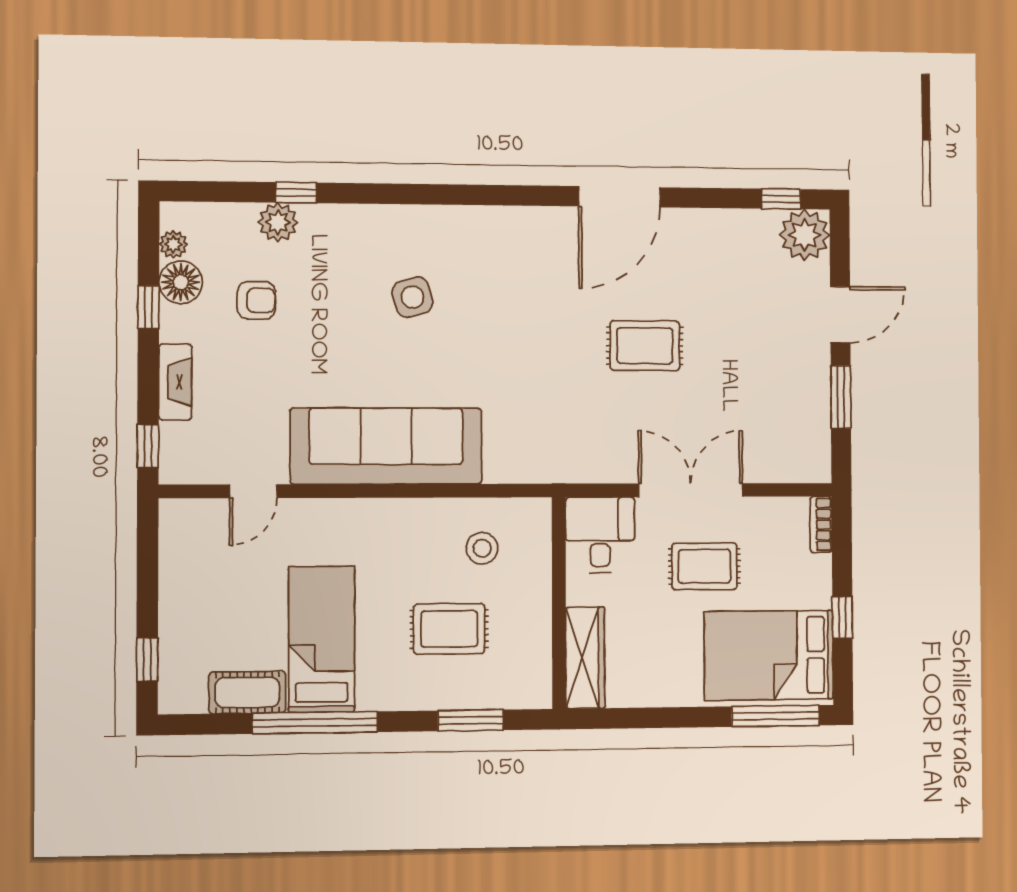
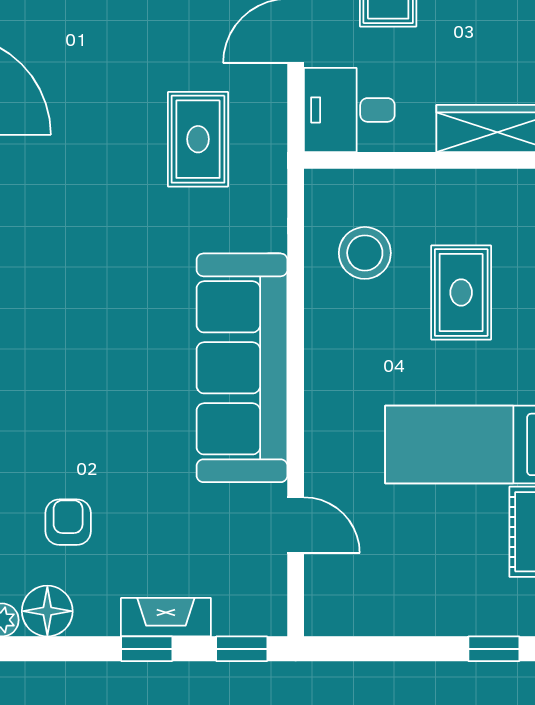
side table: (412, 297) -> (63, 336), removed
window: (148, 307) -> (147, 649), moved
rug: (645, 346) -> (198, 139), moved
stool: (482, 548) -> (365, 253), width x1.38, depth x1.38

